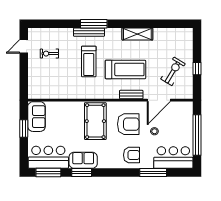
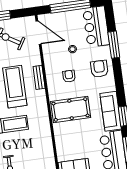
door: (159, 100) -> (39, 33), moved
armchair: (128, 124) -> (69, 76), width x0.53, depth x0.53
sofa: (83, 160) -> (111, 111), width x1.36

